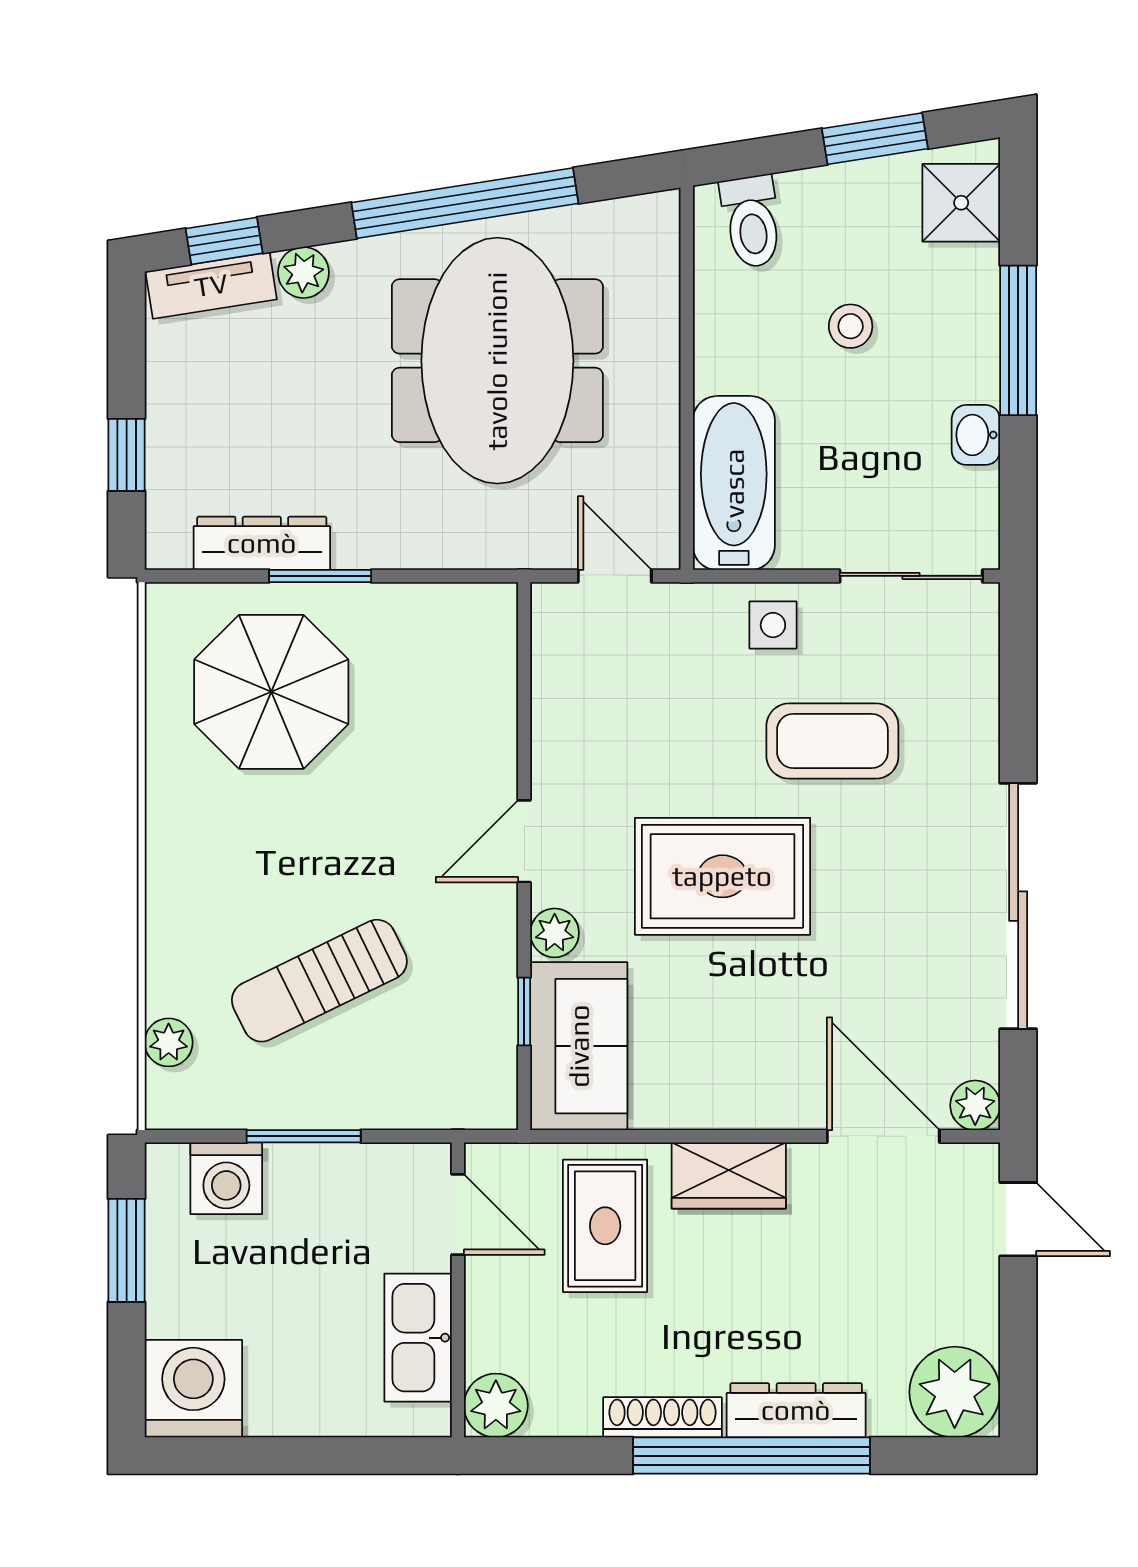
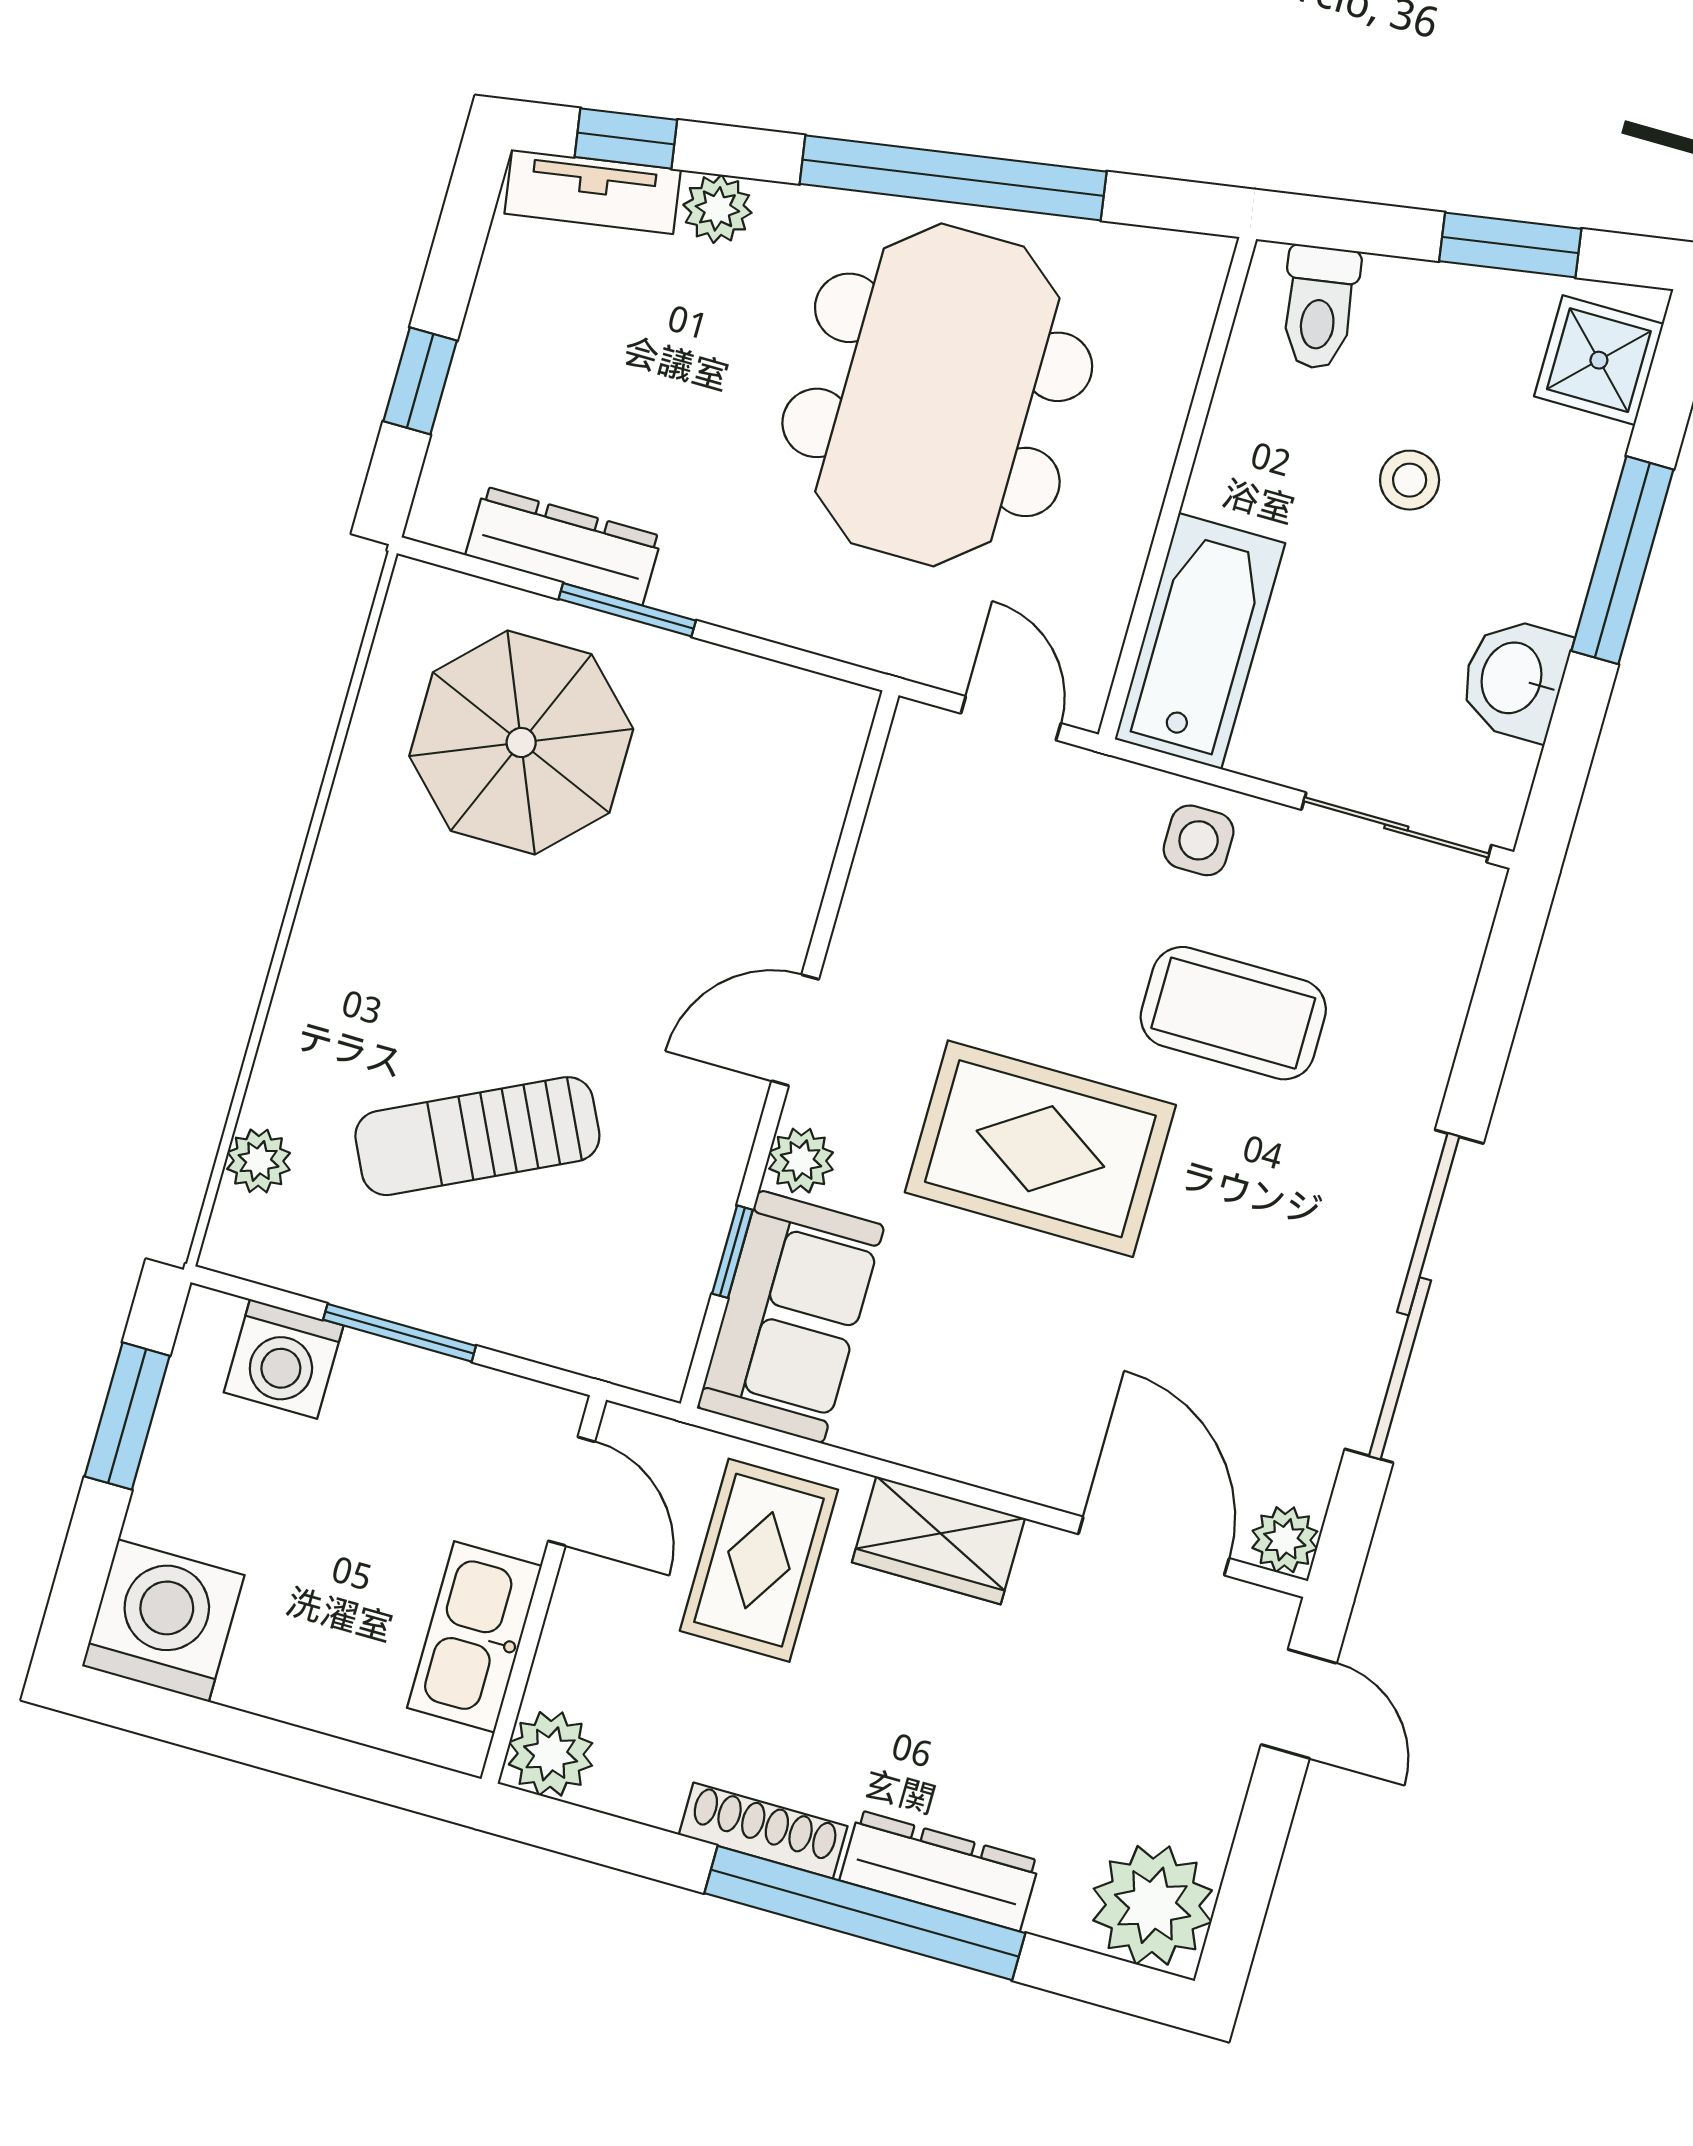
washbasin: (976, 435) -> (1514, 679), width x1.38, depth x1.45

